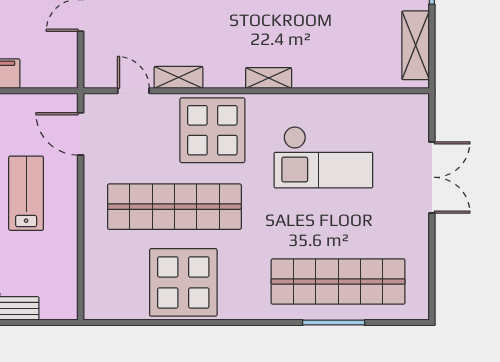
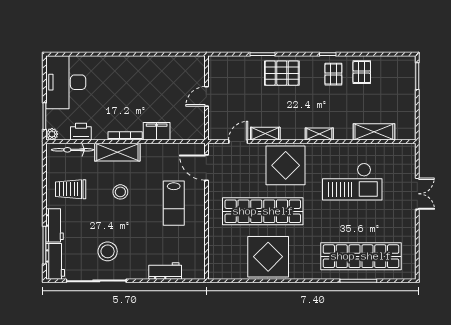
shelving: (416, 45) -> (374, 132), moved, turned 90
door: (133, 91) -> (238, 142), hinge flipped
double door: (432, 177) -> (417, 194), width x0.73
lab bench: (26, 193) -> (174, 203), turned 180

